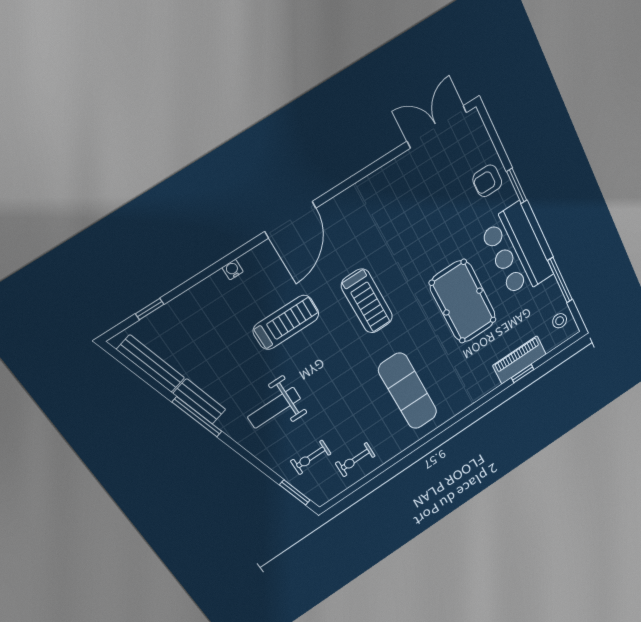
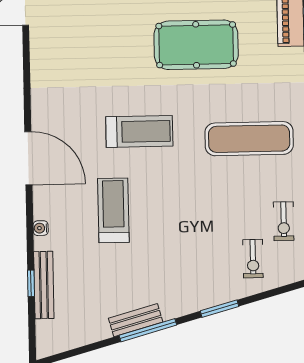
window: (150, 309) -> (31, 283), moved
bench: (151, 364) -> (44, 285), moved, turned -74
weight bench: (274, 408) -> (184, 263), removed
window: (295, 492) -> (220, 309), moved

